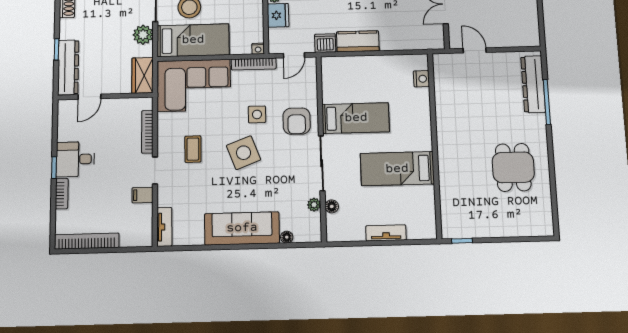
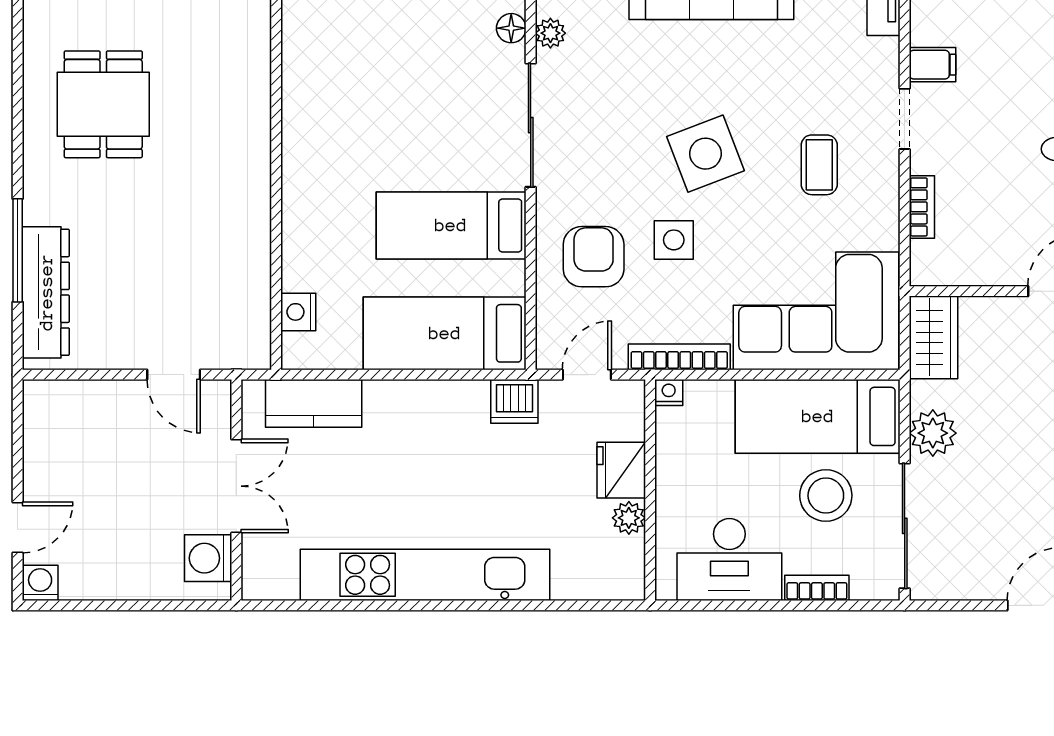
kitchen counter: (358, 41) -> (314, 403), moved
armchair: (297, 121) -> (594, 257), moved
bookcase: (147, 132) -> (922, 207), width x0.64
bed: (397, 169) -> (445, 333), moved, turned 180

